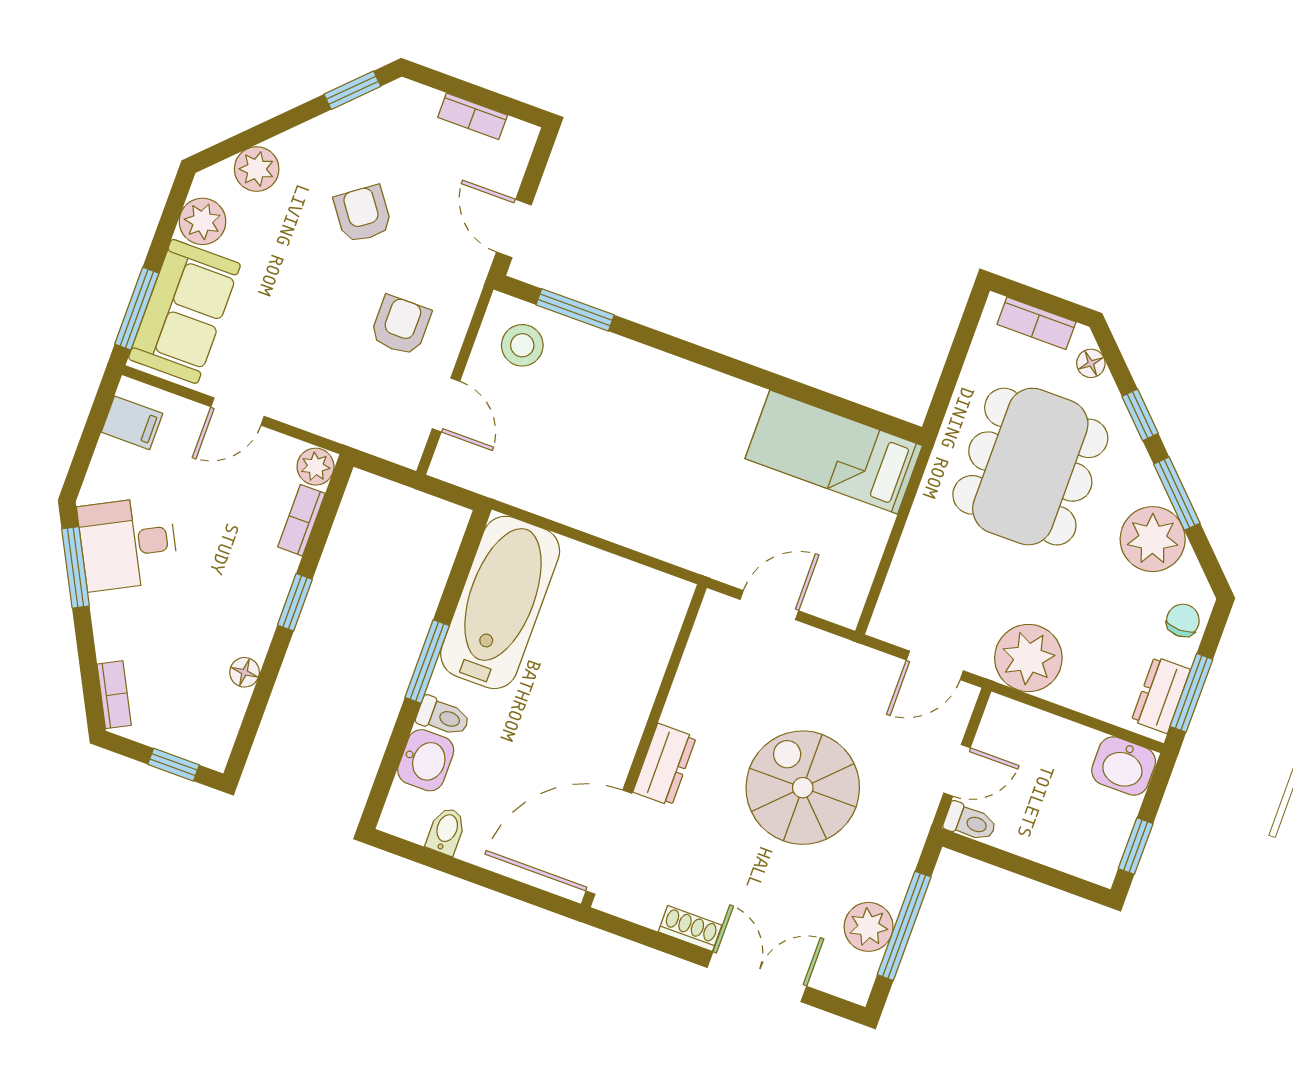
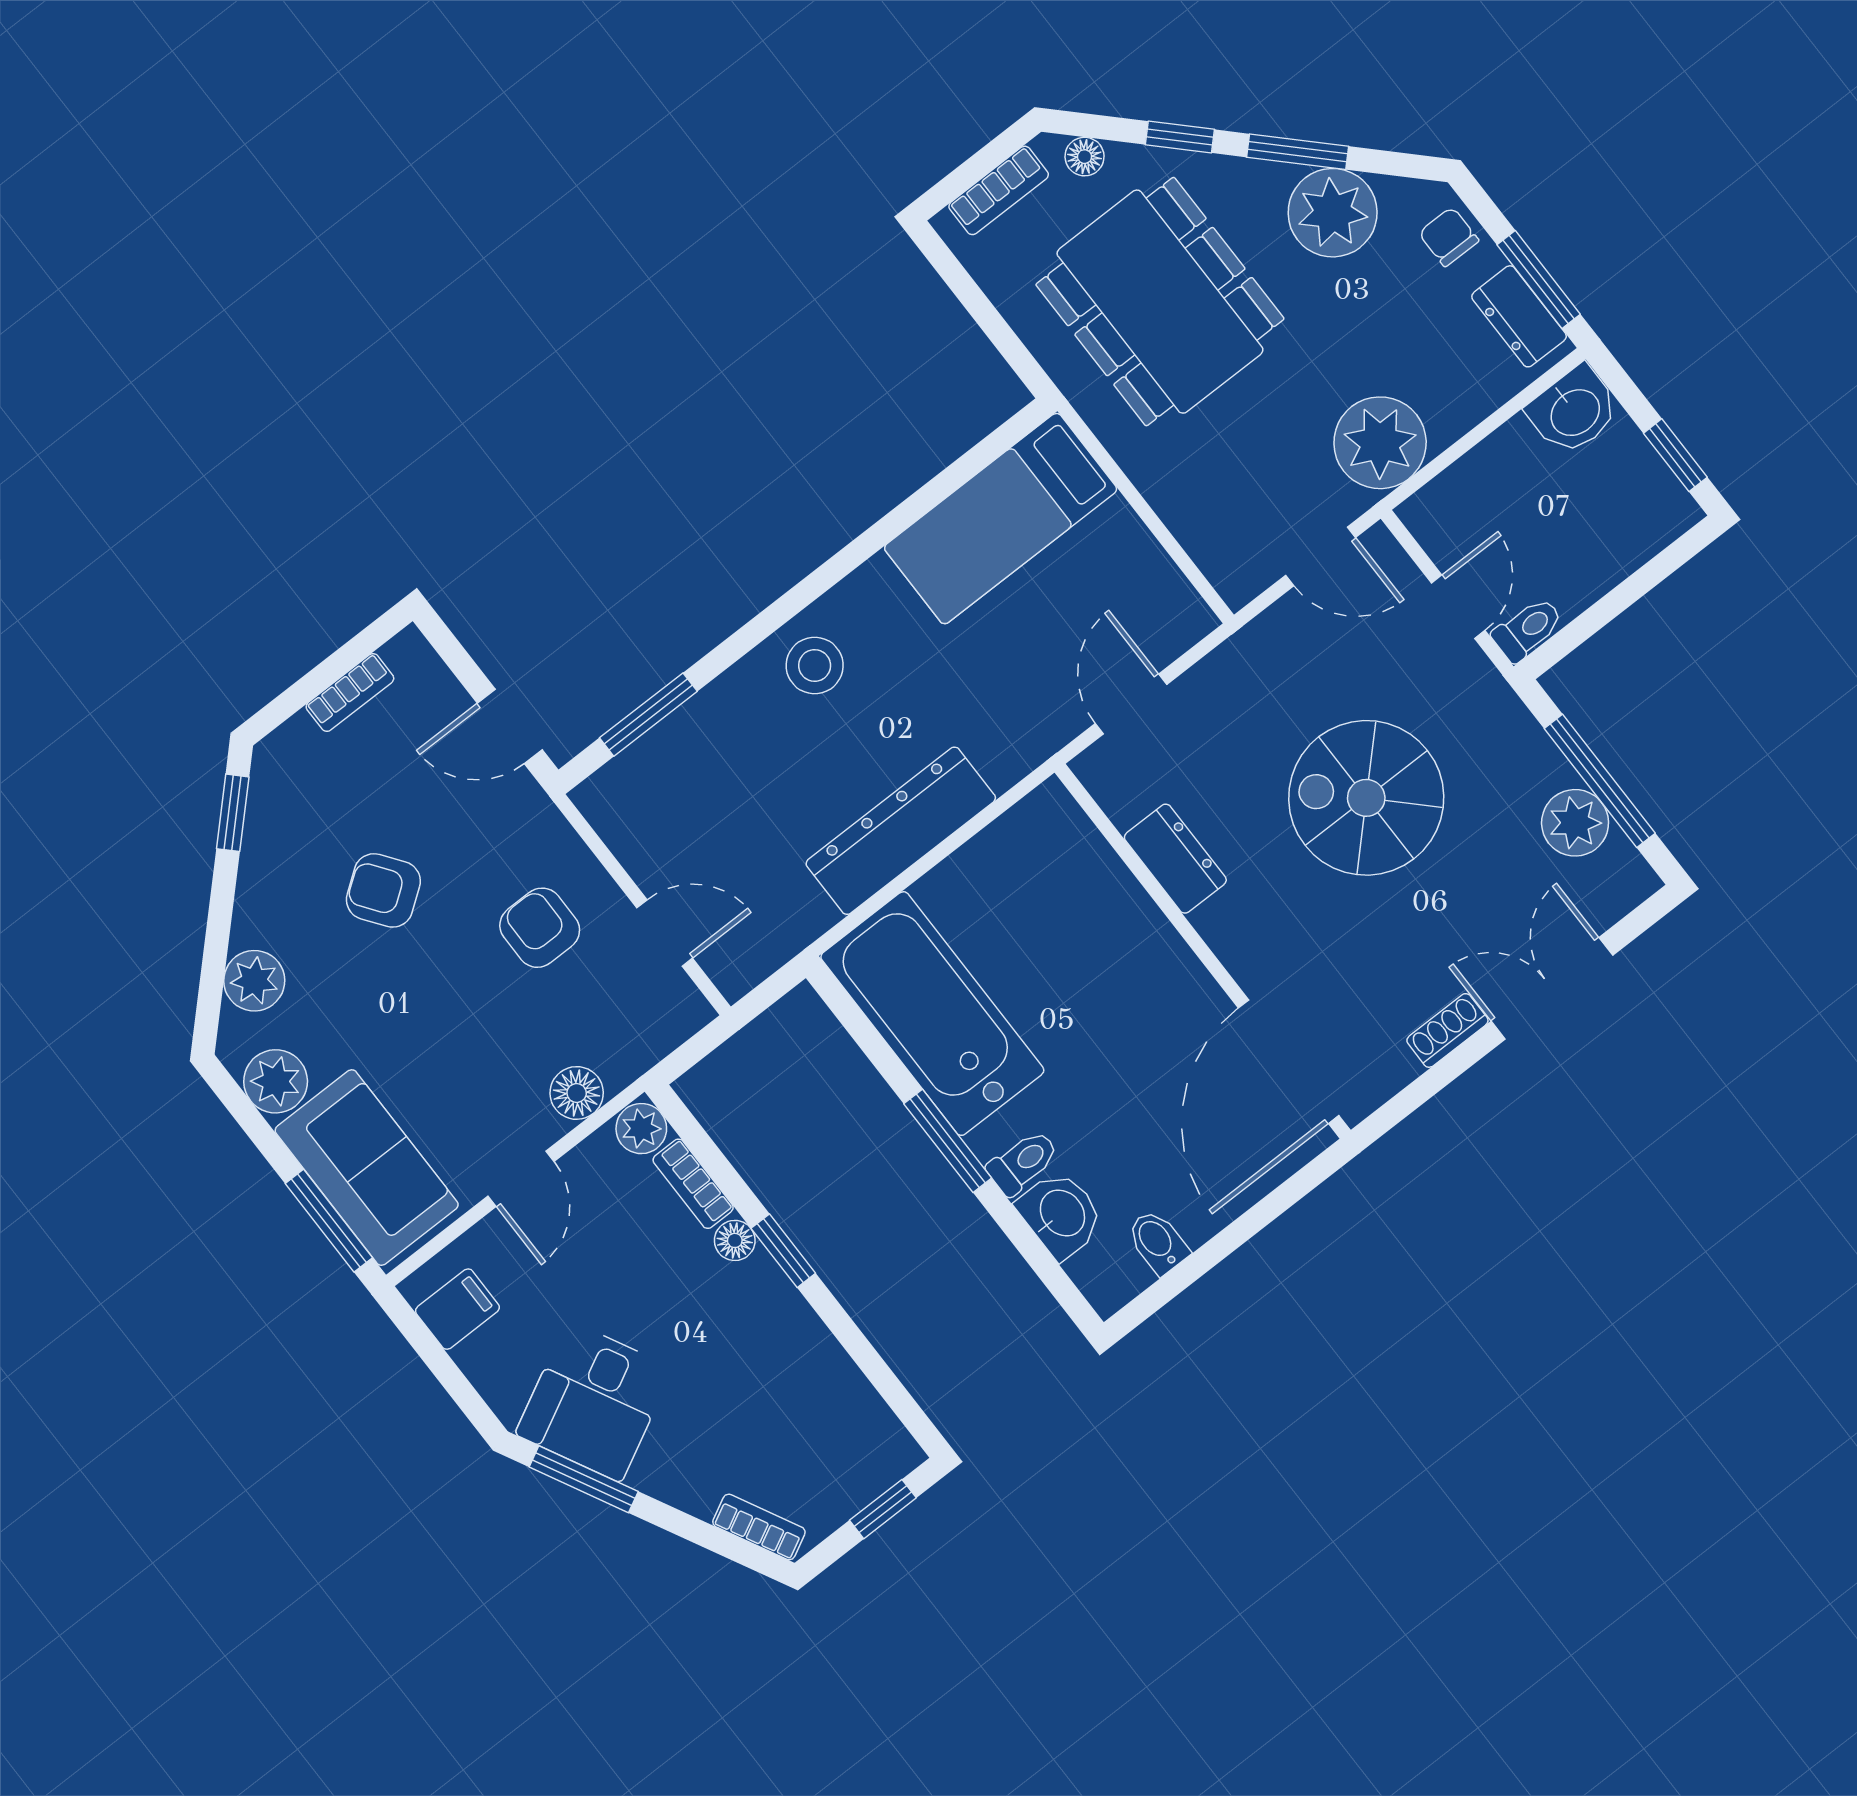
stool: (522, 345) -> (815, 665), moved
floor lamp: (312, 413) -> (577, 1093), added
dresser: (601, 512) -> (901, 831), added
door: (935, 665) -> (1321, 556), hinge flipped
floor lamp: (245, 672) -> (735, 1240), moved
dresser: (665, 765) -> (1175, 859), moved

